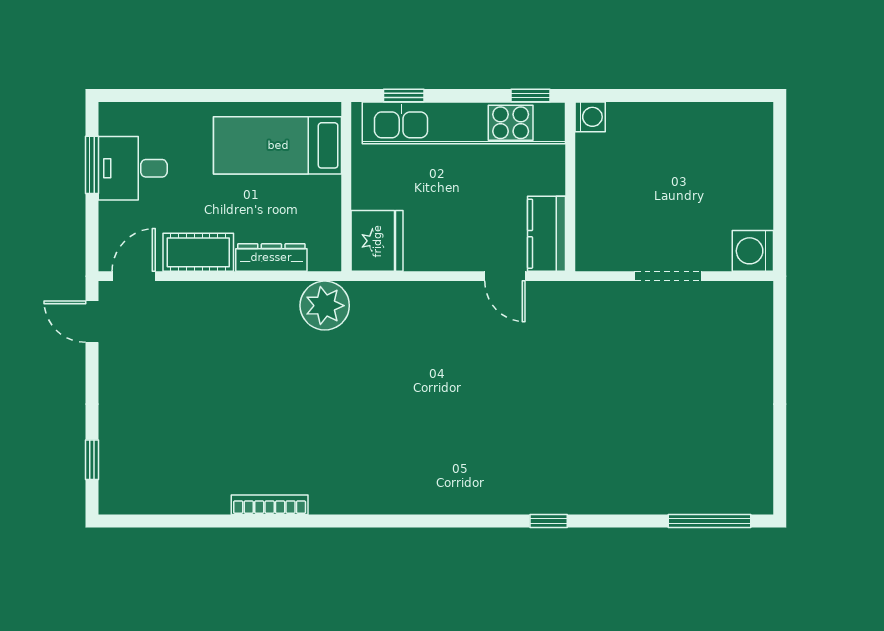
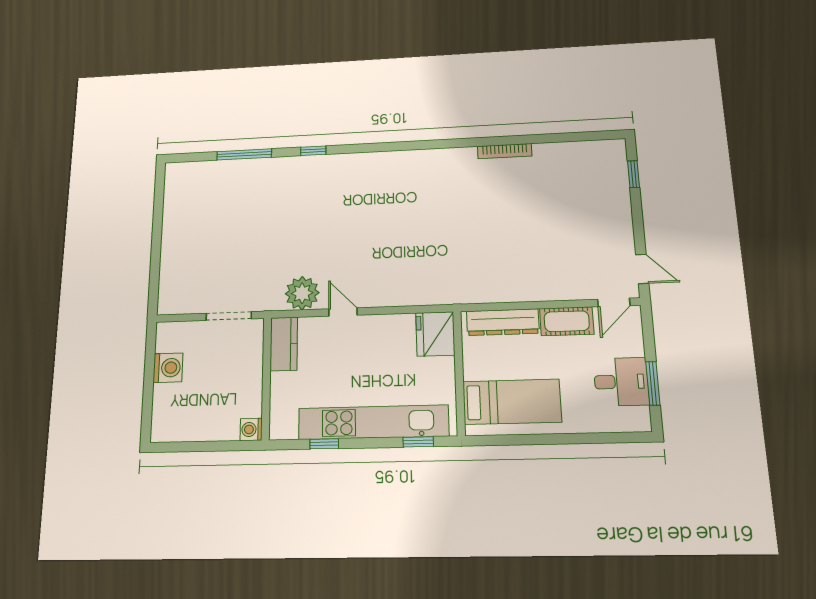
washing machine: (590, 117) -> (251, 429), moved
wall: (570, 187) -> (266, 378), moved
kitchen counter: (547, 234) -> (284, 344), moved
washing machine: (753, 251) -> (168, 368), moved
dresser: (271, 257) -> (503, 322), width x1.37, depth x1.24
plant: (325, 306) -> (302, 293), moved
window: (710, 521) -> (244, 154), moved

